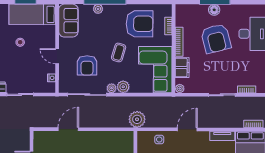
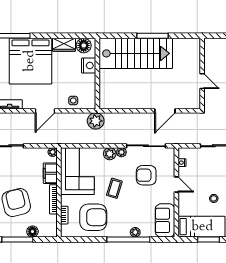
floor lamp: (214, 10) -> (32, 232), moved
armchair: (140, 24) -> (93, 217), turned 180
armchair: (87, 65) -> (146, 175), turned -90

